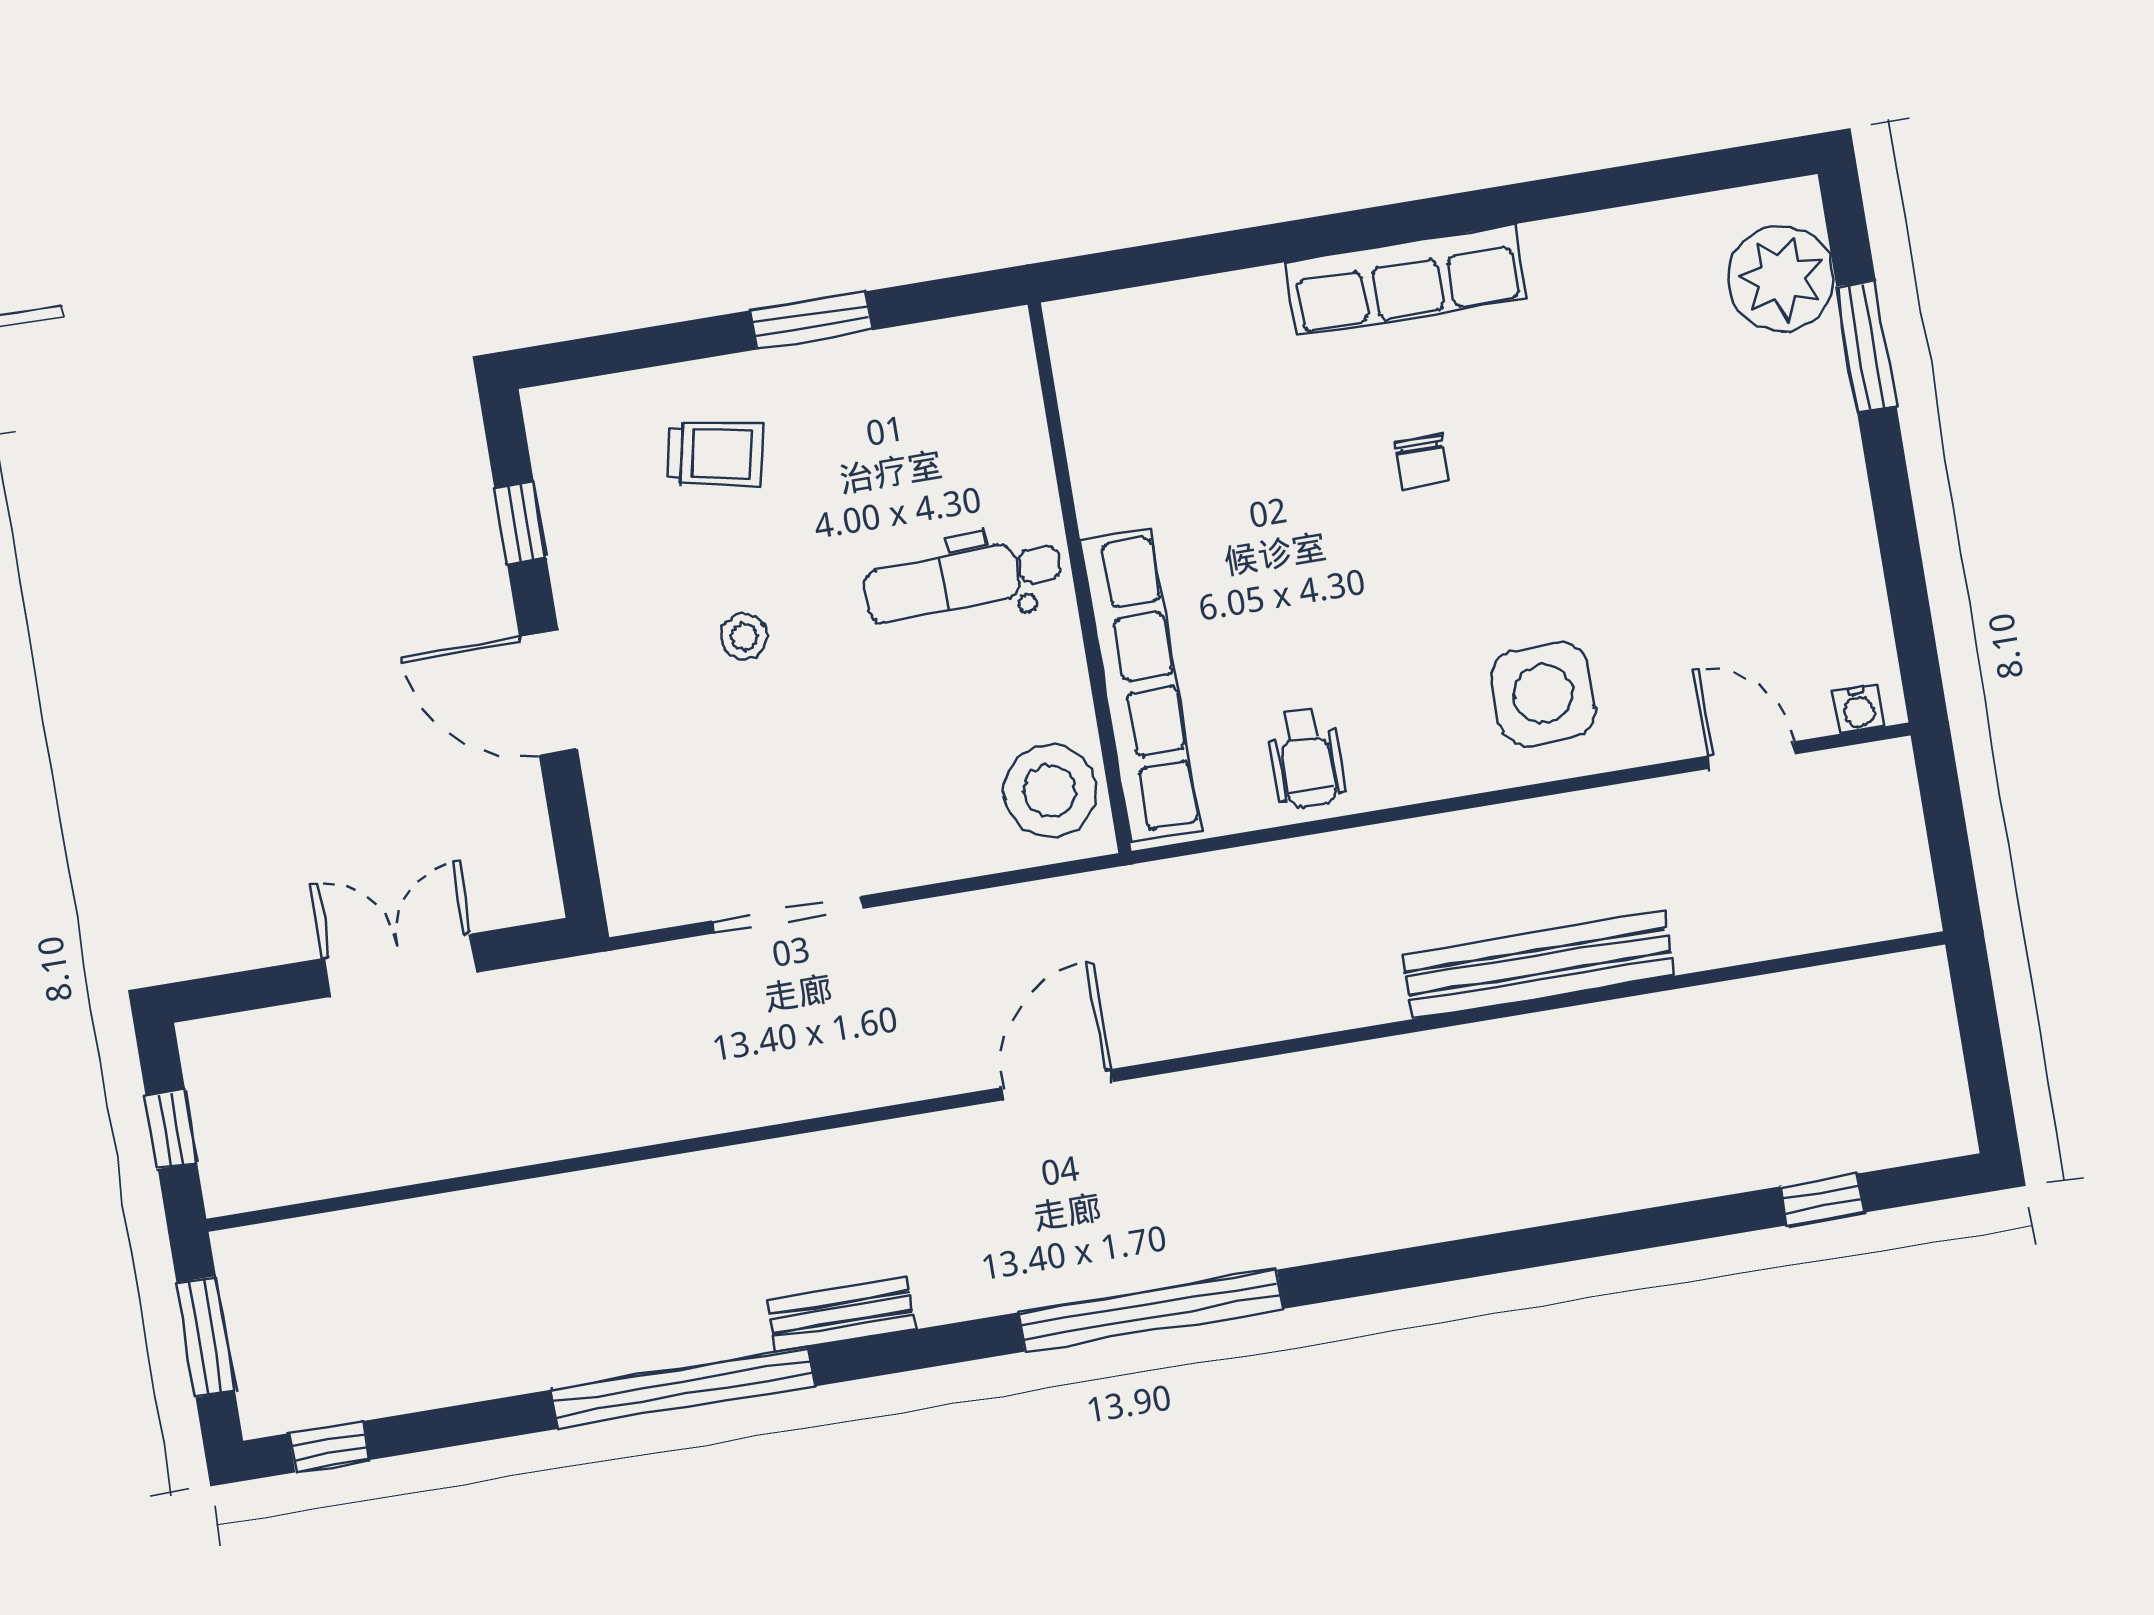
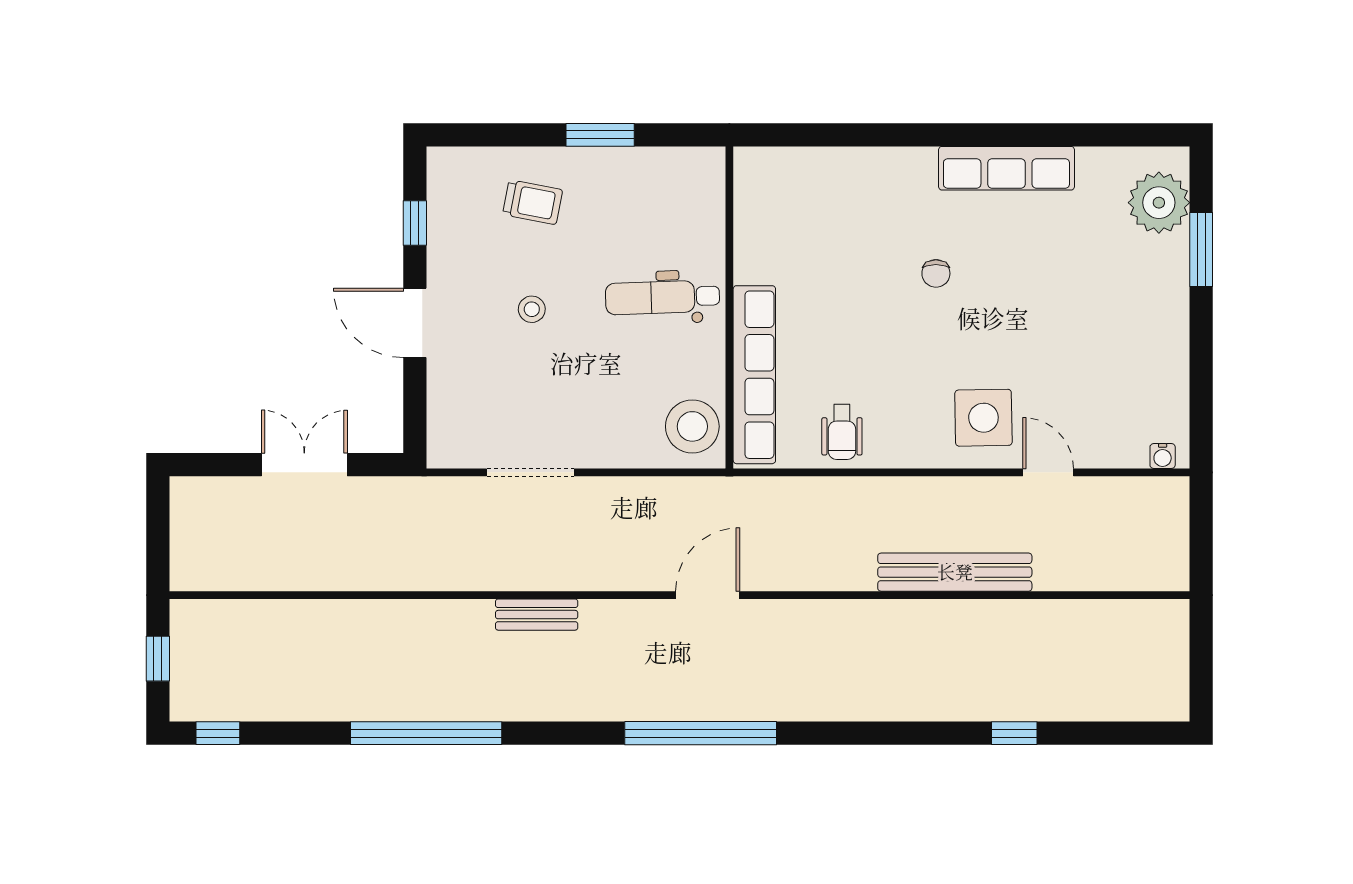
row of seats: (1406, 280) -> (1006, 168), moved
door: (1751, 755) -> (1048, 472), moved
door: (1057, 1085) -> (708, 595), moved
window: (171, 1129) -> (158, 537), removed
window: (1822, 1200) -> (1014, 733), moved
bench: (841, 1314) -> (537, 615), moved
window: (206, 1337) -> (158, 659), width x0.67

